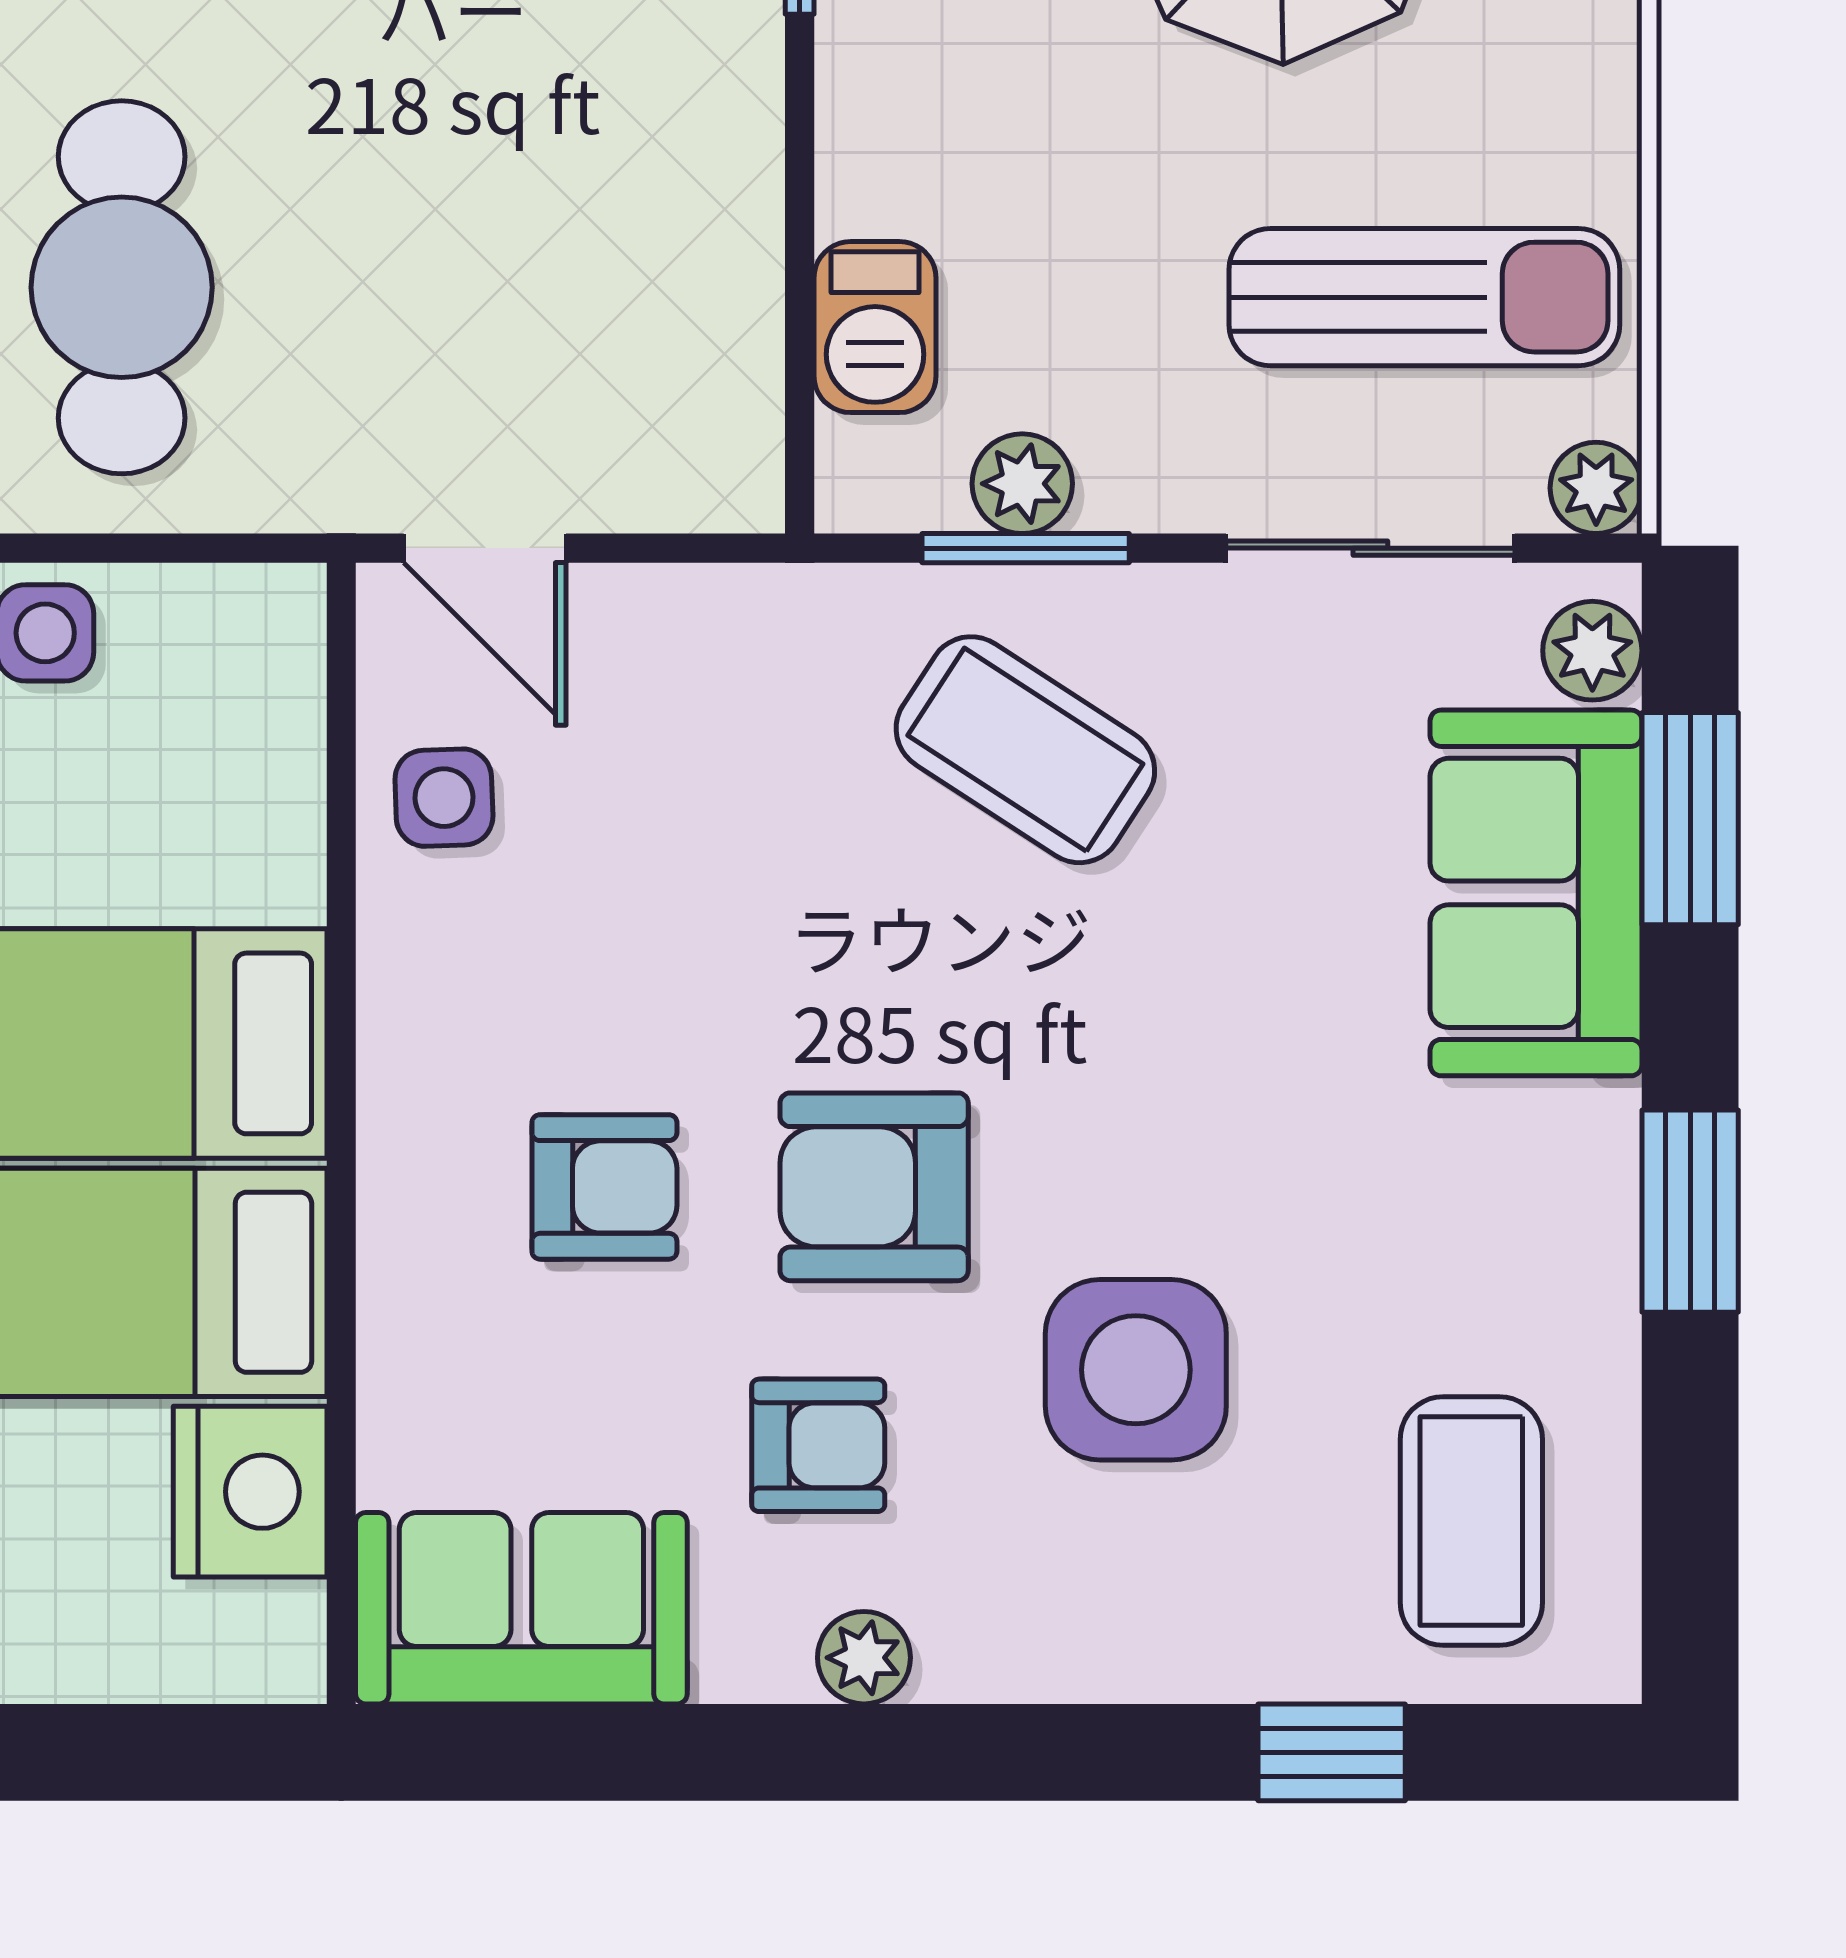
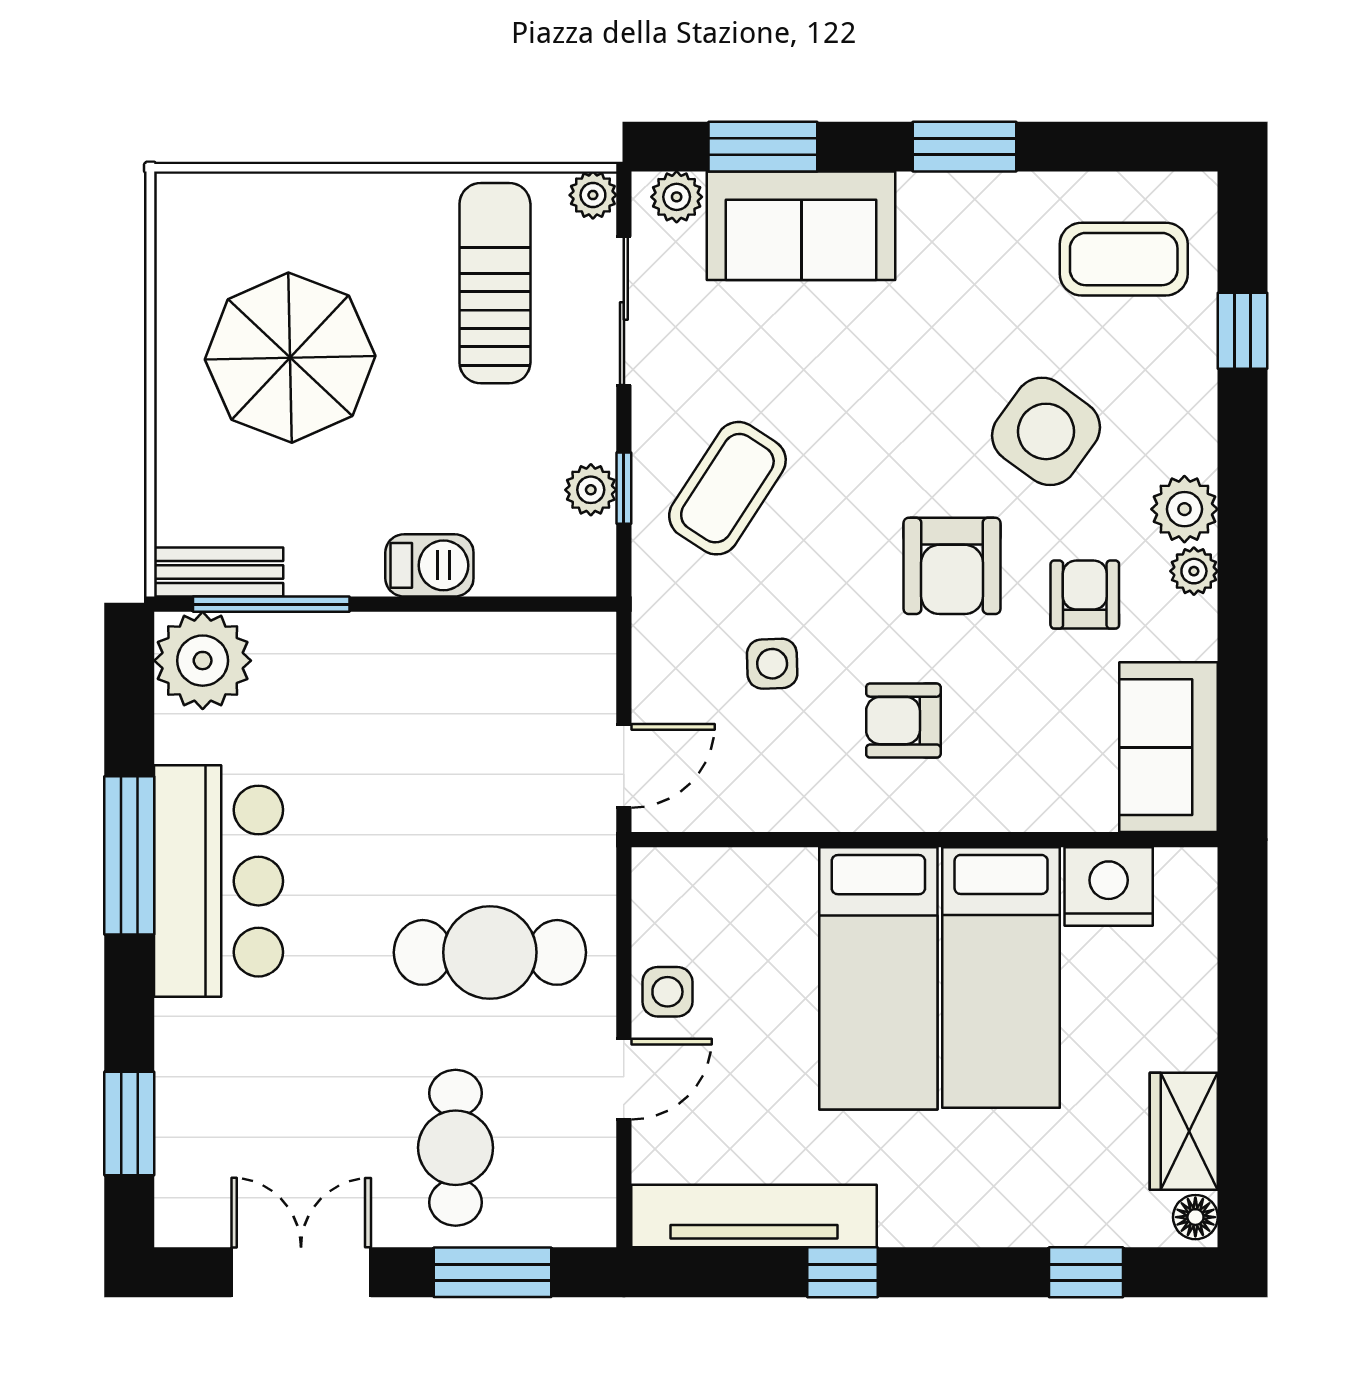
barbecue: (875, 327) -> (429, 565), moved
window: (1026, 548) -> (624, 488), width x0.67
side table: (444, 798) -> (772, 664), moved
armchair: (604, 1187) -> (903, 721), moved, turned -90
side table: (1136, 1370) -> (1046, 431), turned 36
plant: (985, 1639) -> (1184, 509), added

